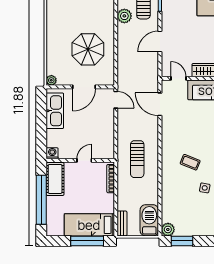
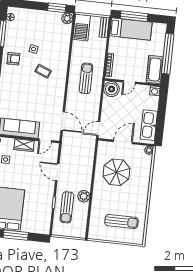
door: (160, 42) -> (57, 172), swing flipped
door: (178, 78) -> (45, 141), hinge flipped
door: (116, 100) -> (98, 129), hinge flipped
boiler: (105, 150) -> (111, 89), added

